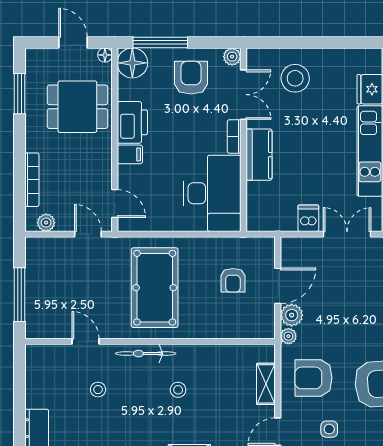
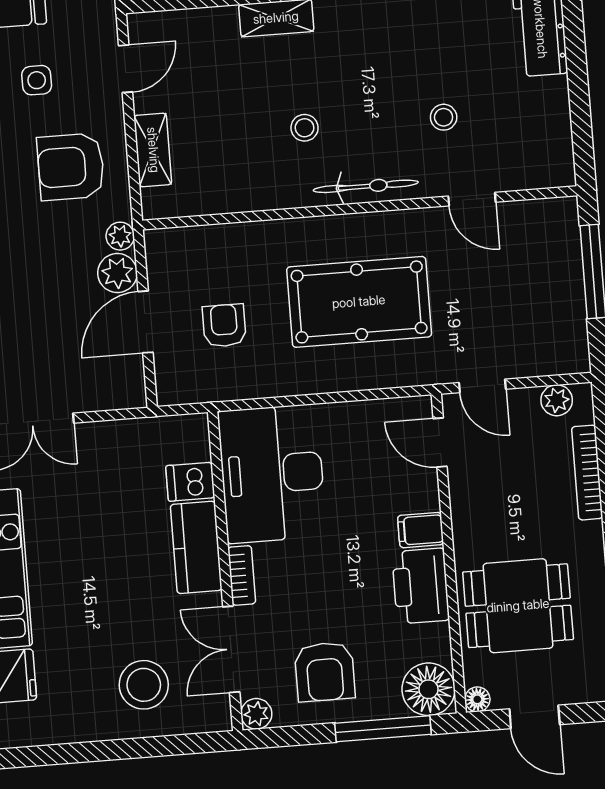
dishwasher: (308, 218) -> (190, 482), moved, turned 90
pool table: (155, 288) -> (359, 302), turned 90
armchair: (314, 378) -> (71, 167), turned 180

